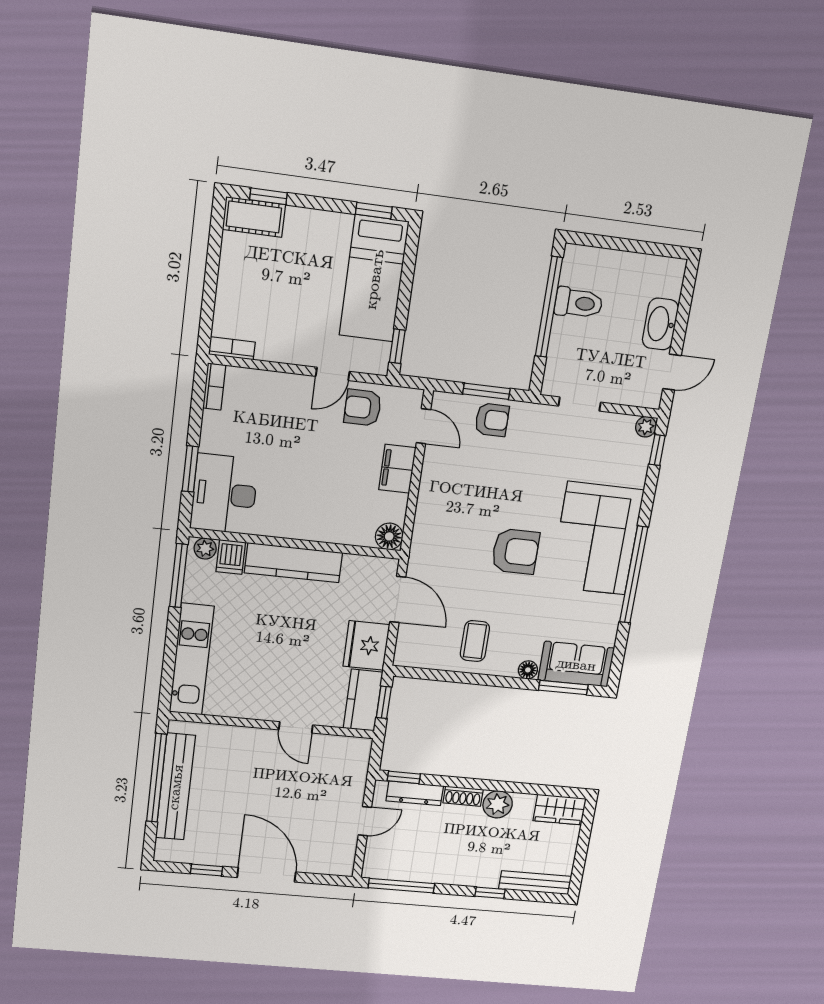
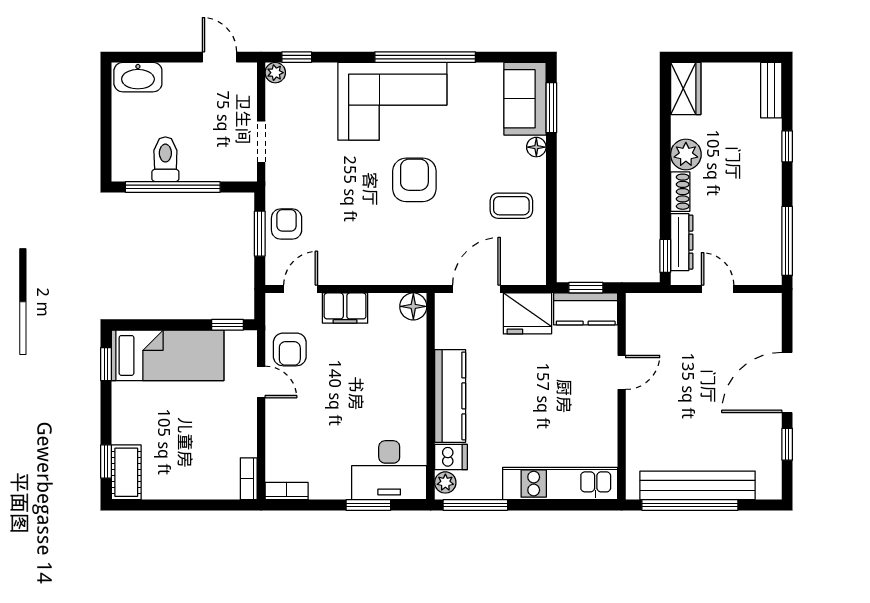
washbasin: (660, 324) -> (138, 77), moved
bench: (535, 883) -> (771, 90), width x0.73

